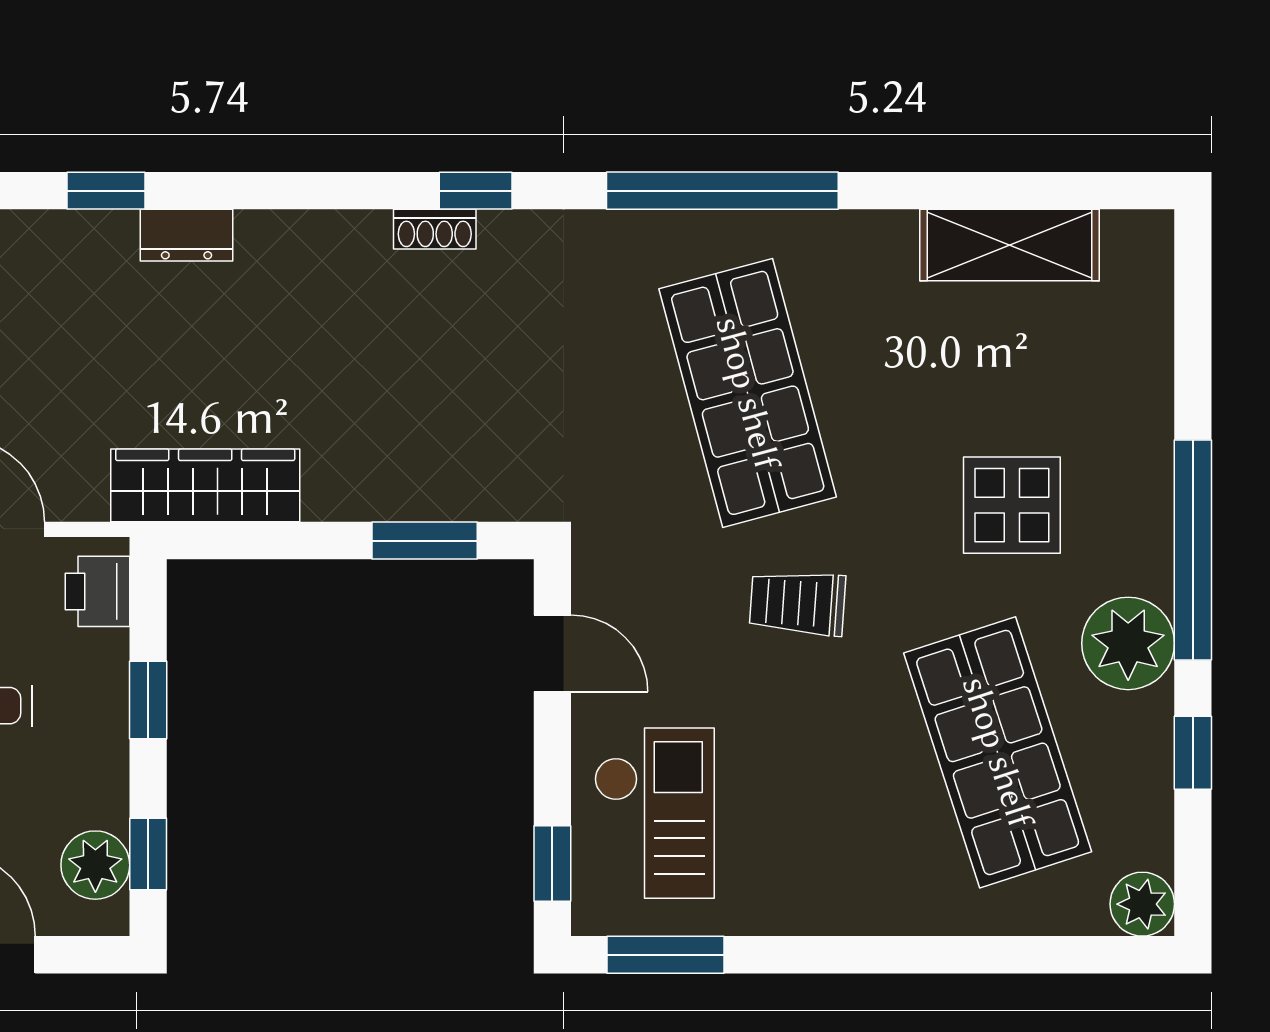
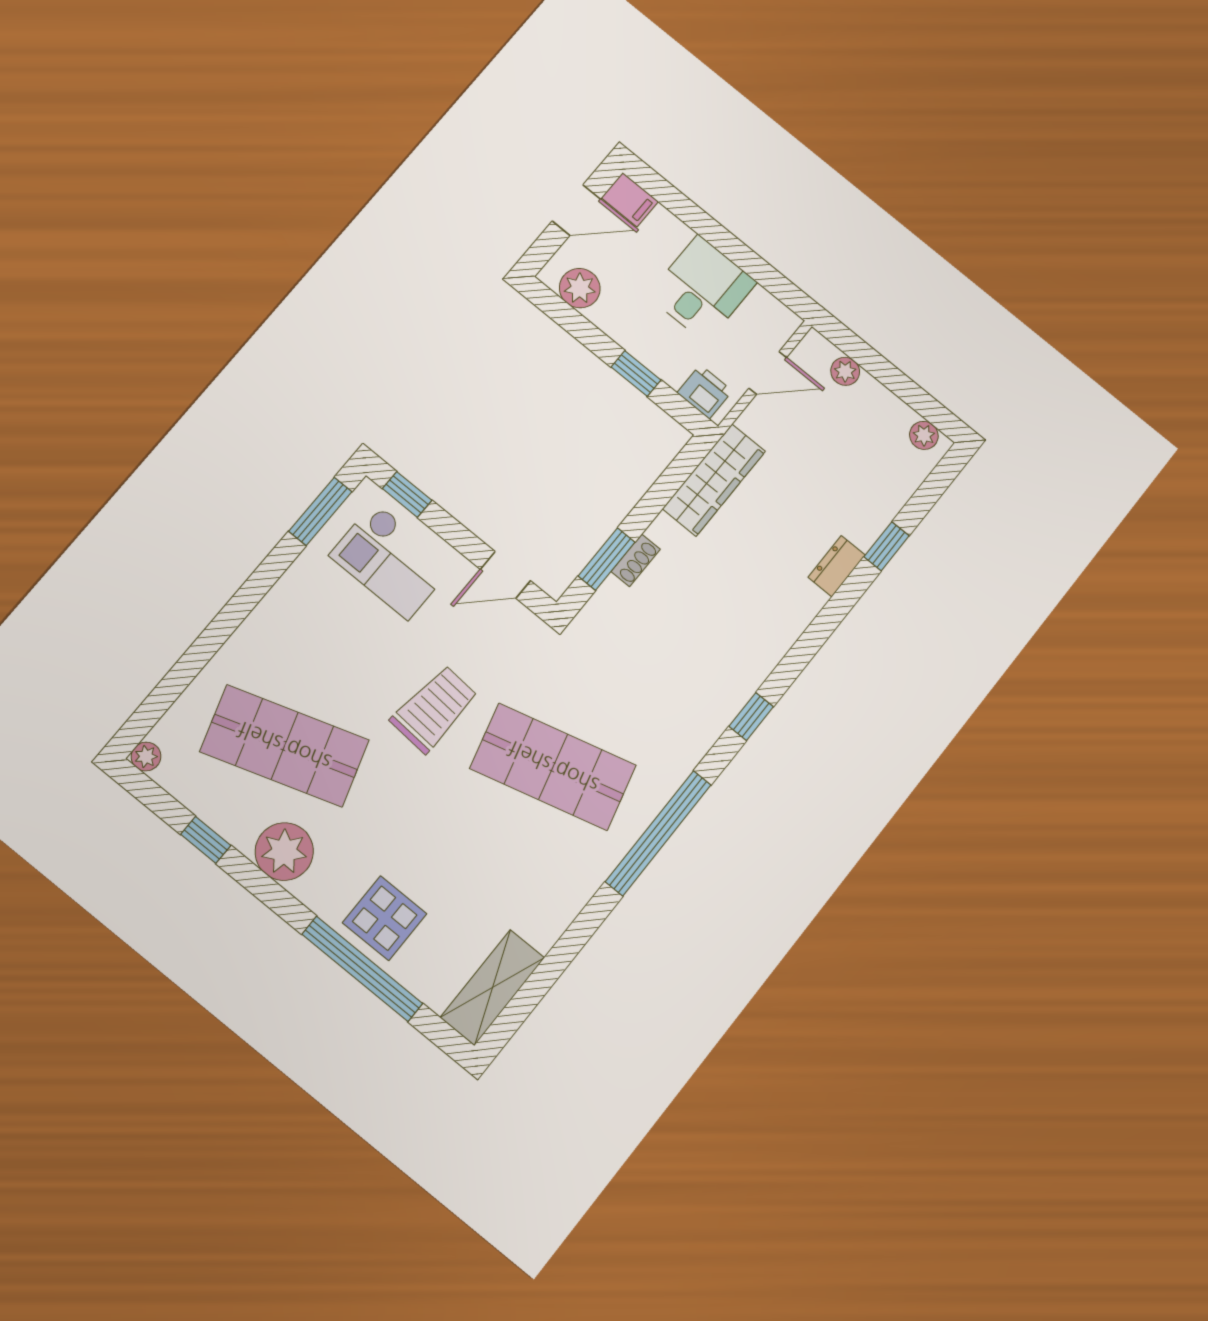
shoe rack: (435, 229) -> (636, 560), moved, turned 180
shelving: (1009, 245) -> (492, 988), moved
display table: (1012, 505) -> (385, 918), moved
window: (1193, 550) -> (362, 969), moved
trolley: (798, 603) -> (434, 709), width x1.36, depth x1.39
window: (148, 854) -> (565, 316), removed
plant: (1142, 904) -> (146, 757), width x0.73, depth x0.73

